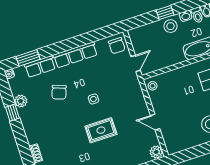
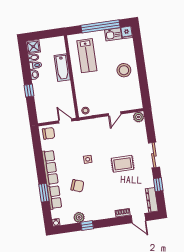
stool: (170, 26) -> (41, 88), removed
window: (28, 58) -> (44, 193), moved
rug: (101, 130) -> (123, 164), moved, turned 90

